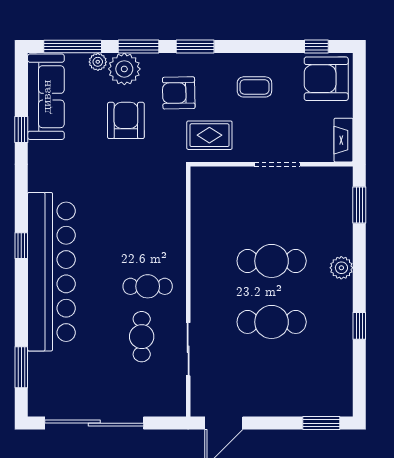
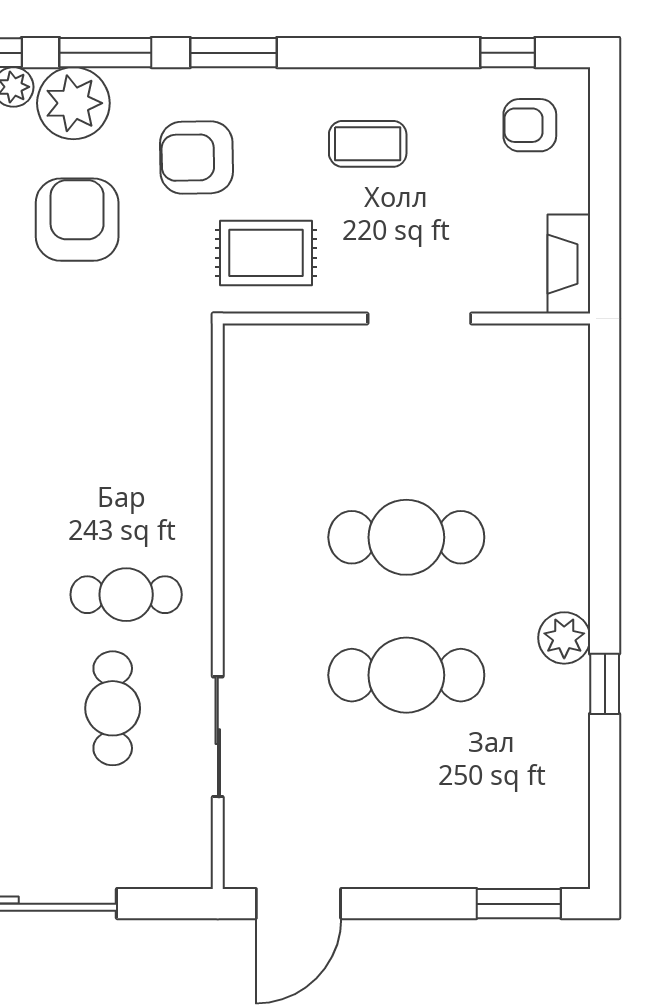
armchair: (326, 79) -> (530, 125), width x0.53, depth x0.53
window: (359, 205) -> (605, 411), removed
plant: (341, 268) -> (564, 638), moved

